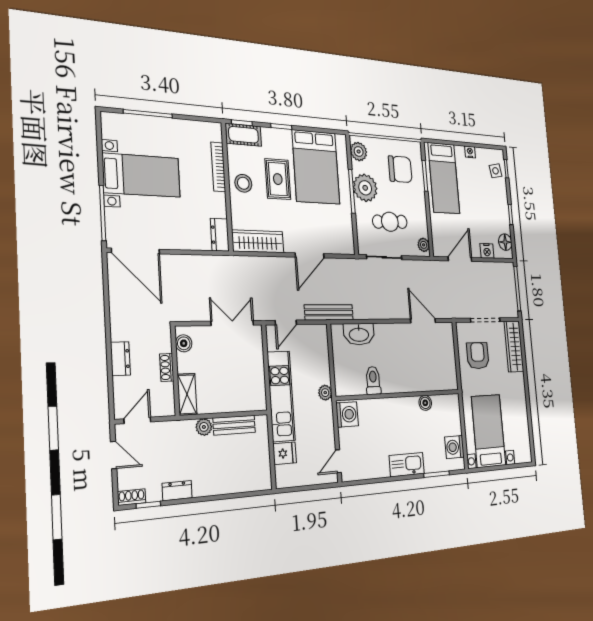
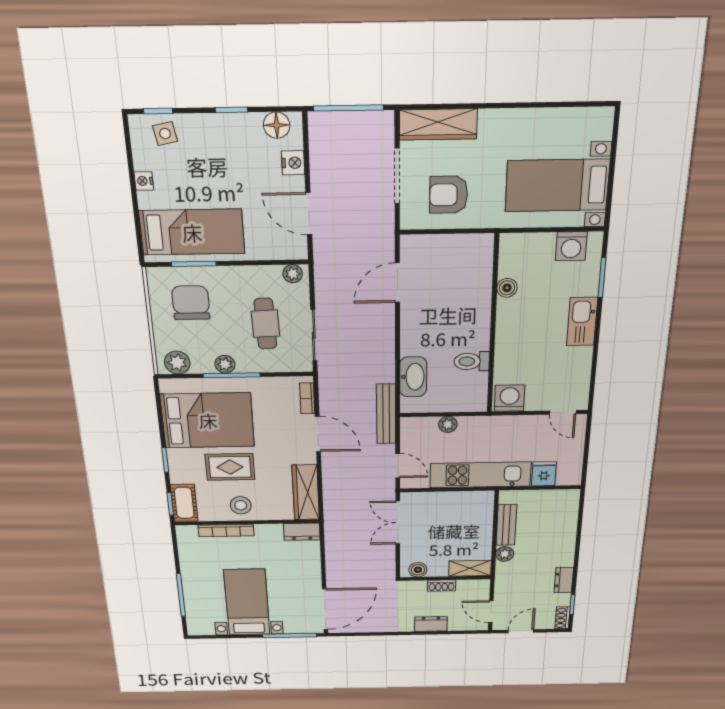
plant: (365, 188) -> (225, 364), width x0.53, depth x0.53
bookcase: (338, 249) -> (307, 398), added
plant: (325, 393) -> (448, 424), moved

